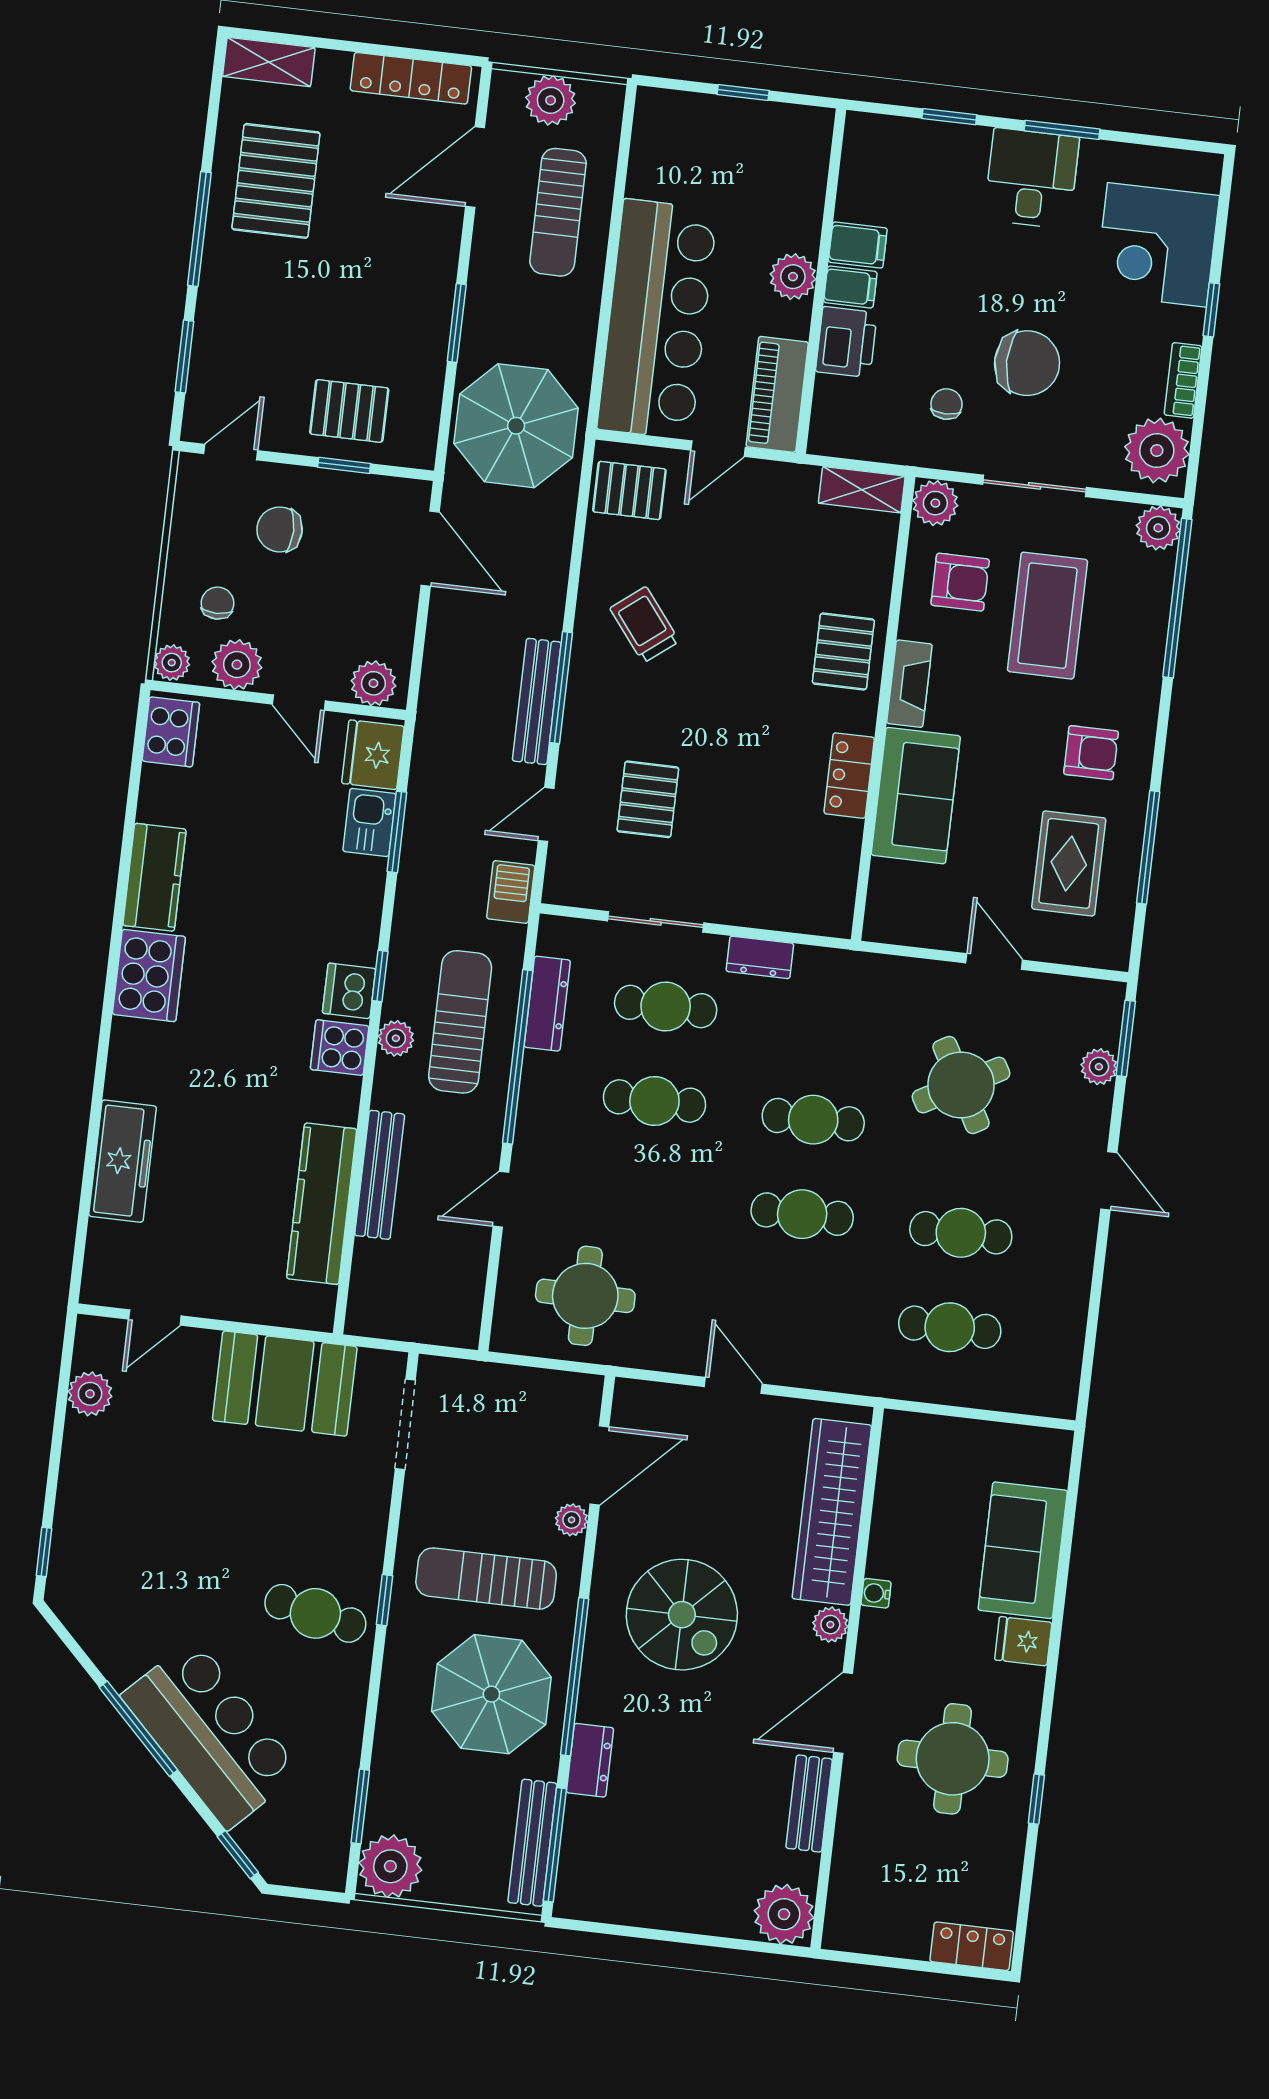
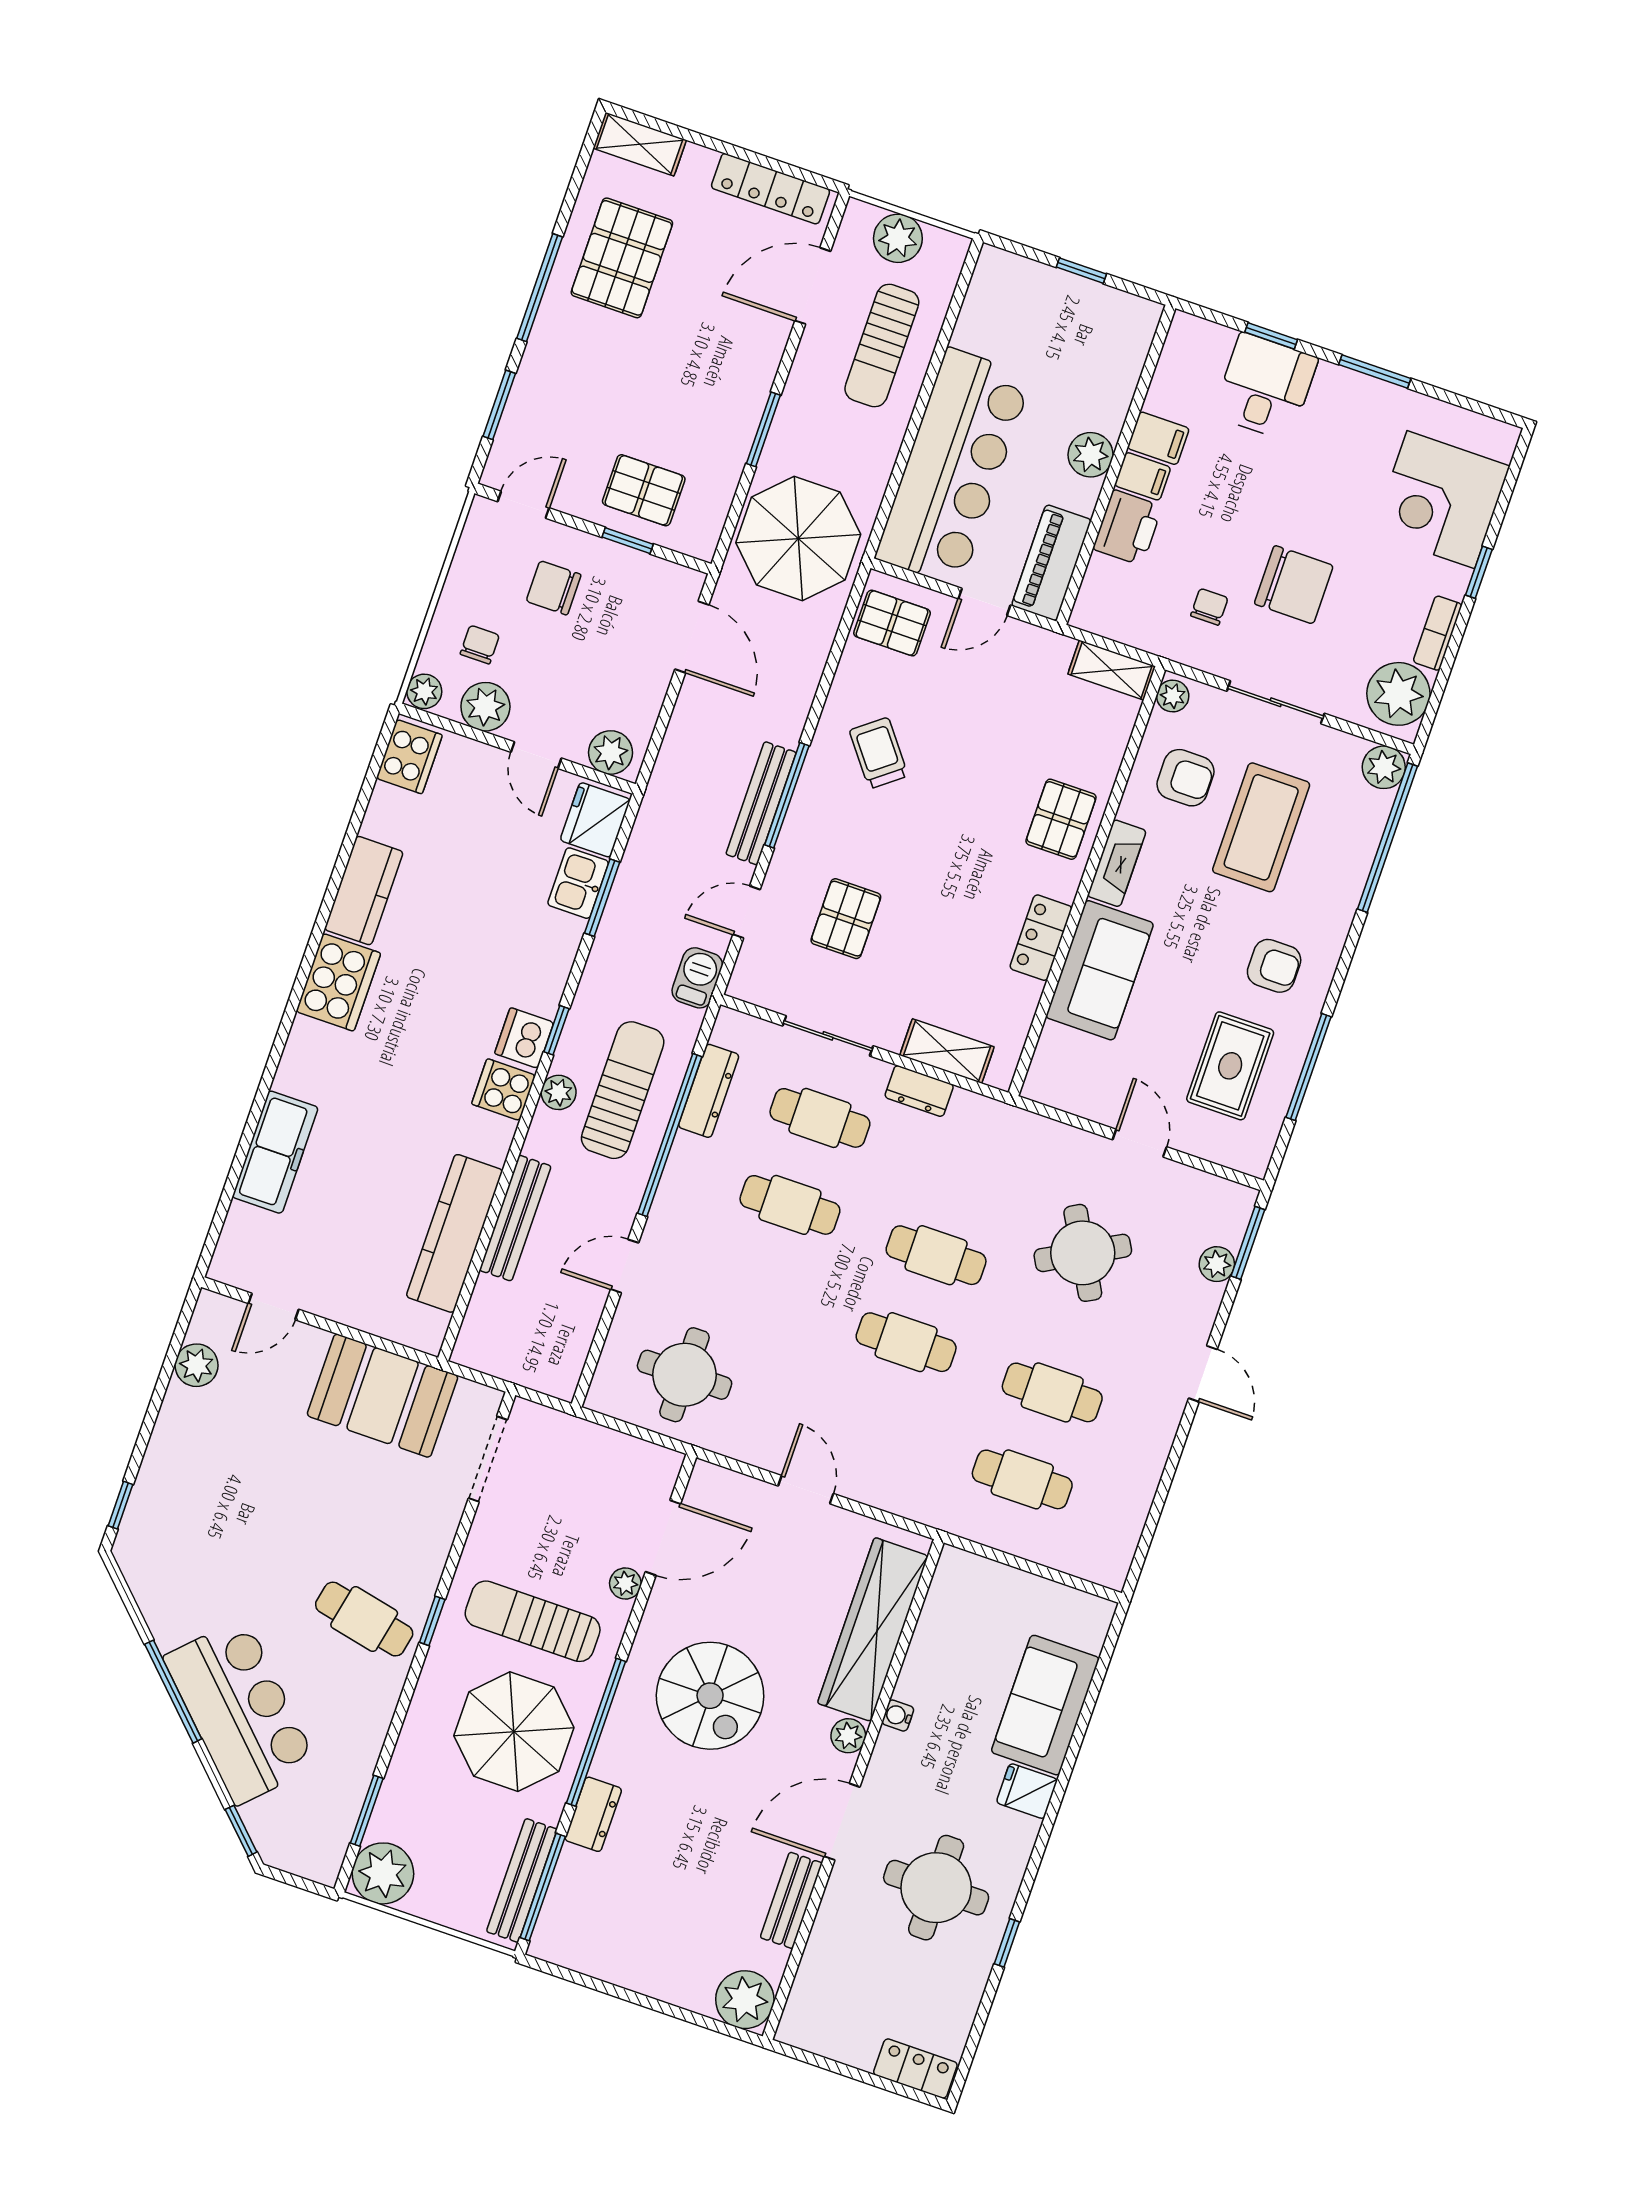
desk: (1032, 178) -> (1265, 387), moved
plant: (935, 503) -> (1173, 696), width x0.73, depth x0.73
shelving: (779, 911) -> (947, 1051), added

